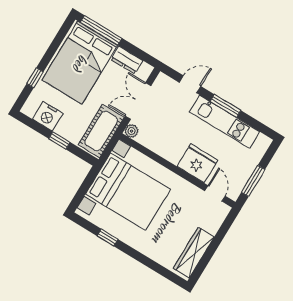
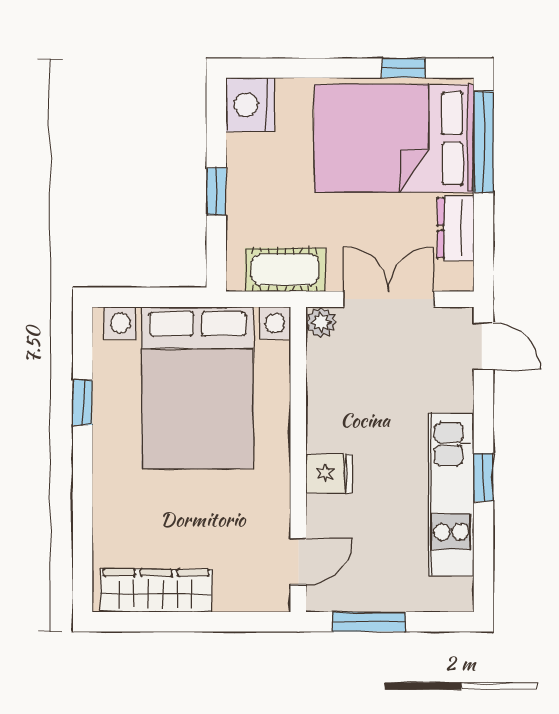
window: (35, 78) -> (404, 68), moved
door: (190, 84) -> (483, 346), moved
window: (225, 106) -> (483, 477), width x0.67
nightstand: (48, 116) -> (250, 105), moved
cot: (101, 131) -> (285, 270), width x0.73, depth x0.75
fridge: (197, 163) -> (329, 474), width x0.53, depth x0.75

